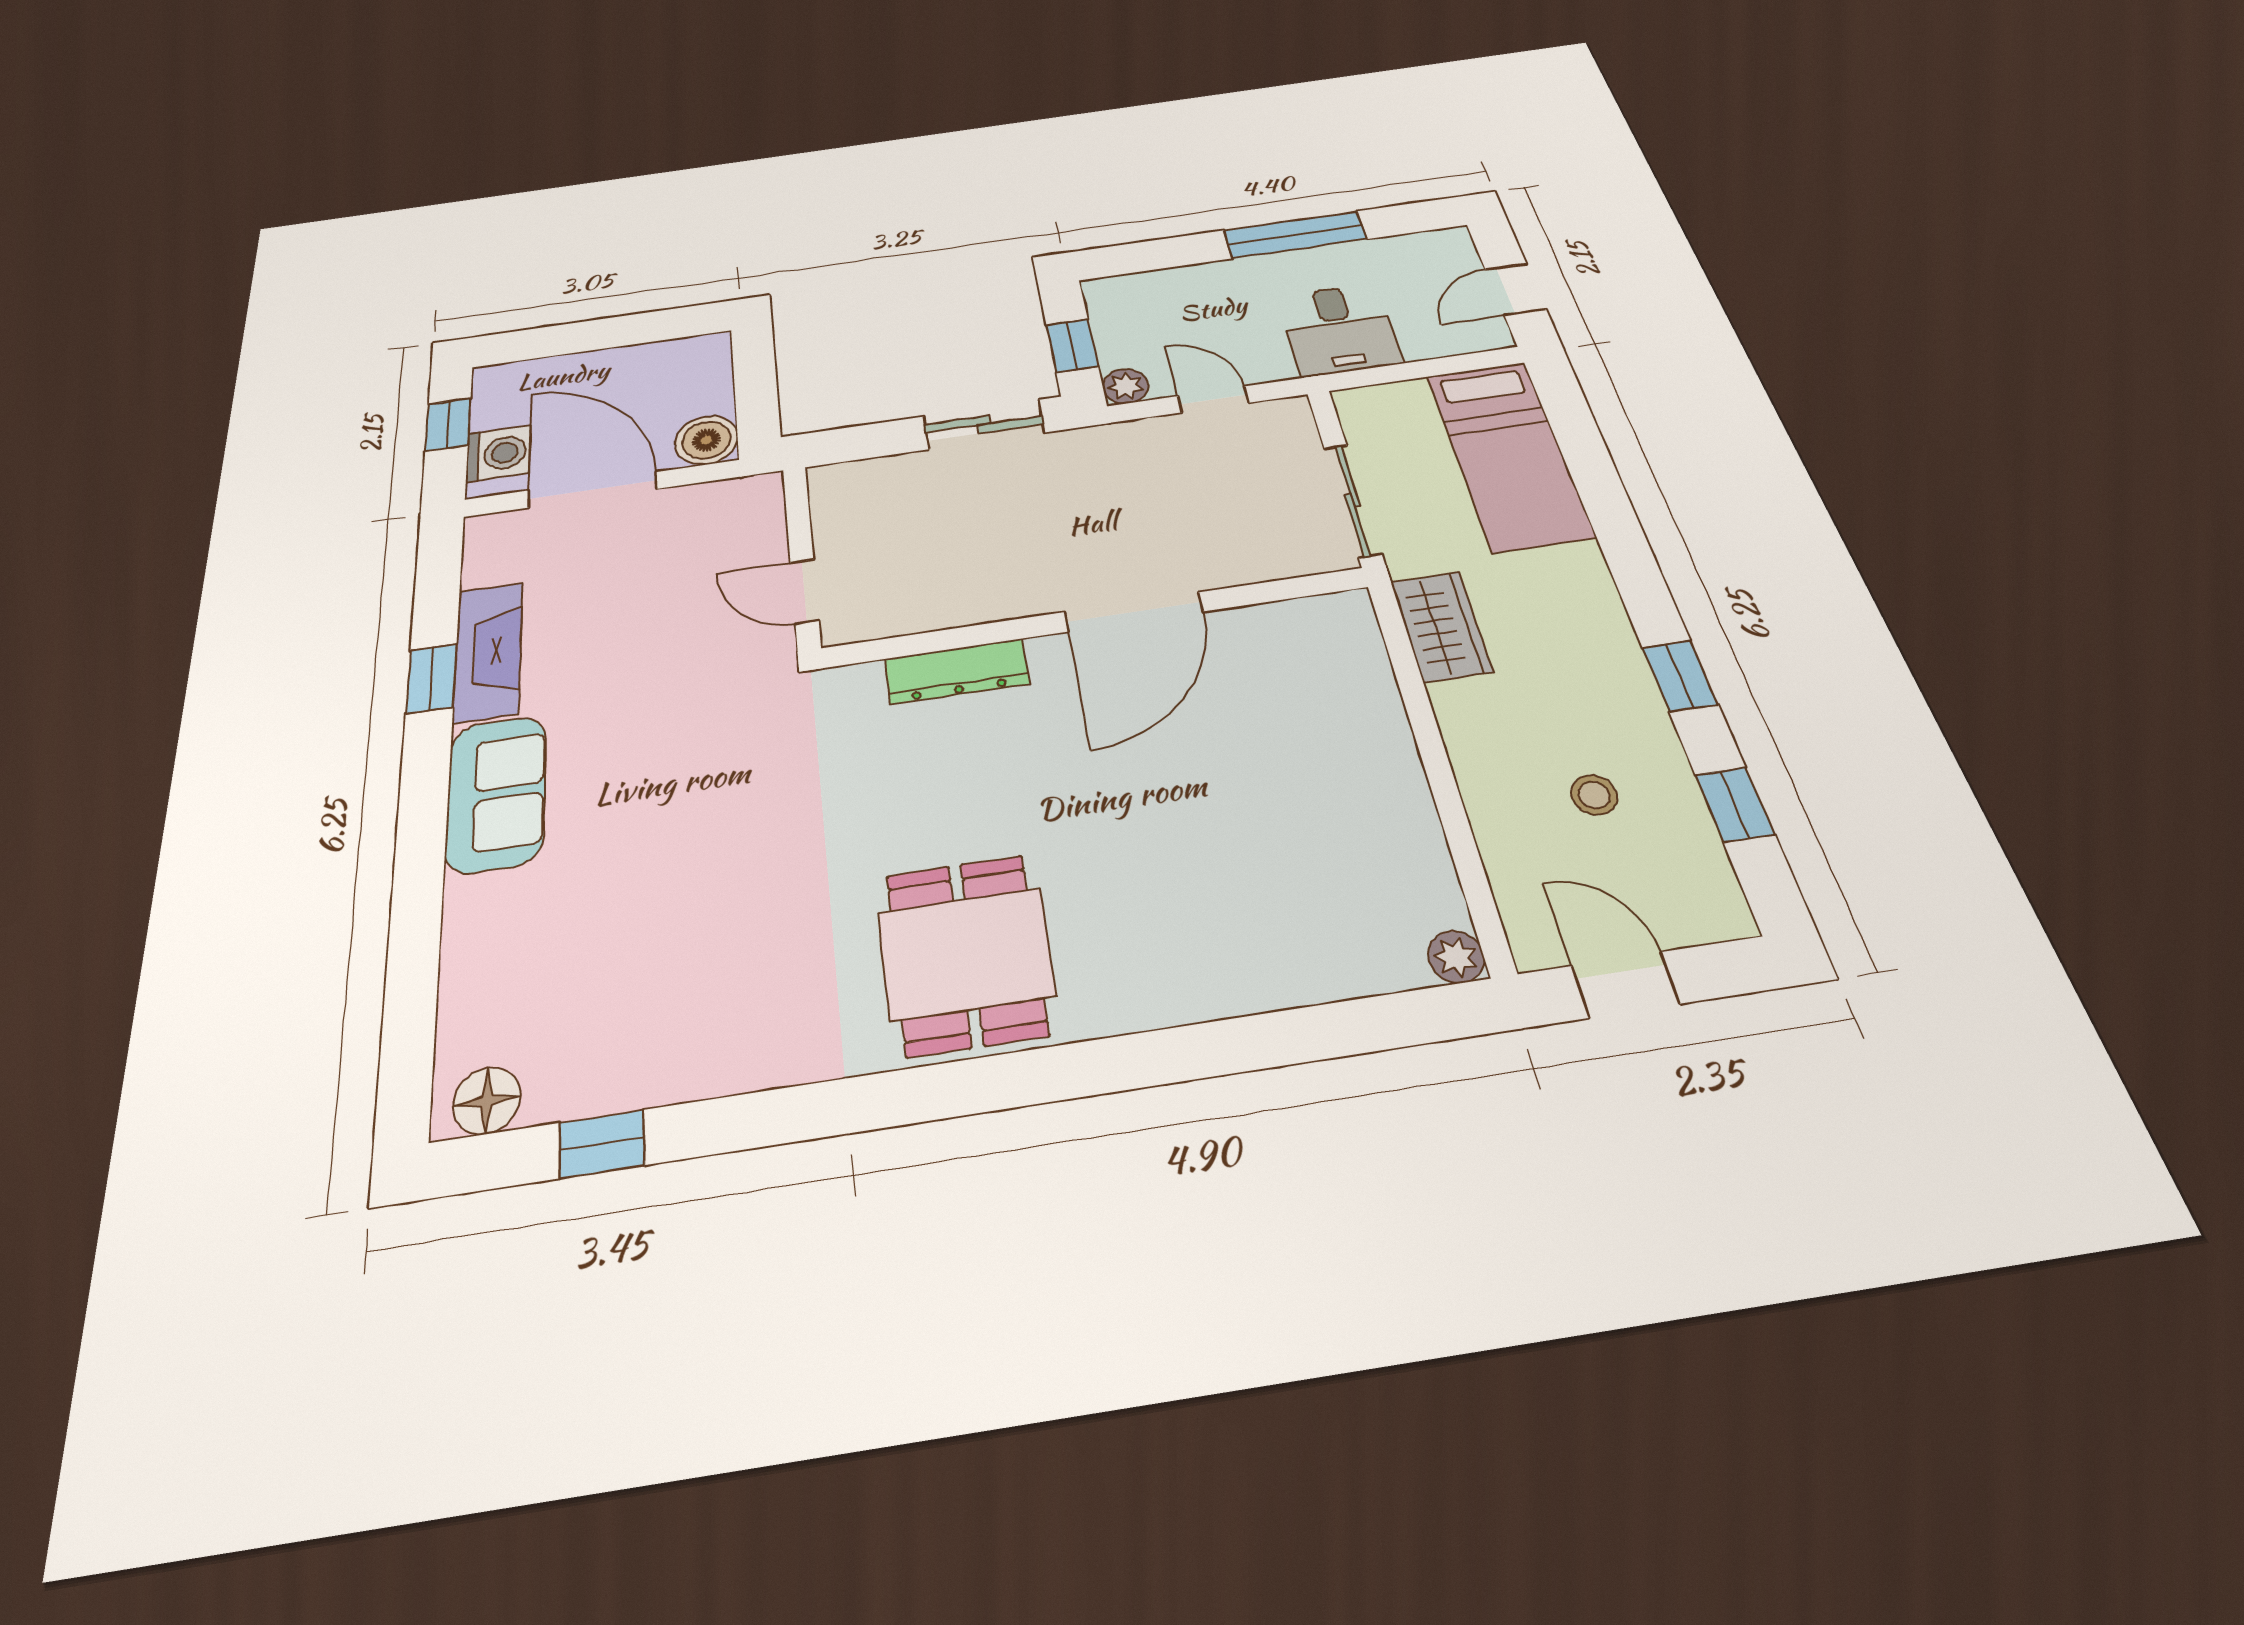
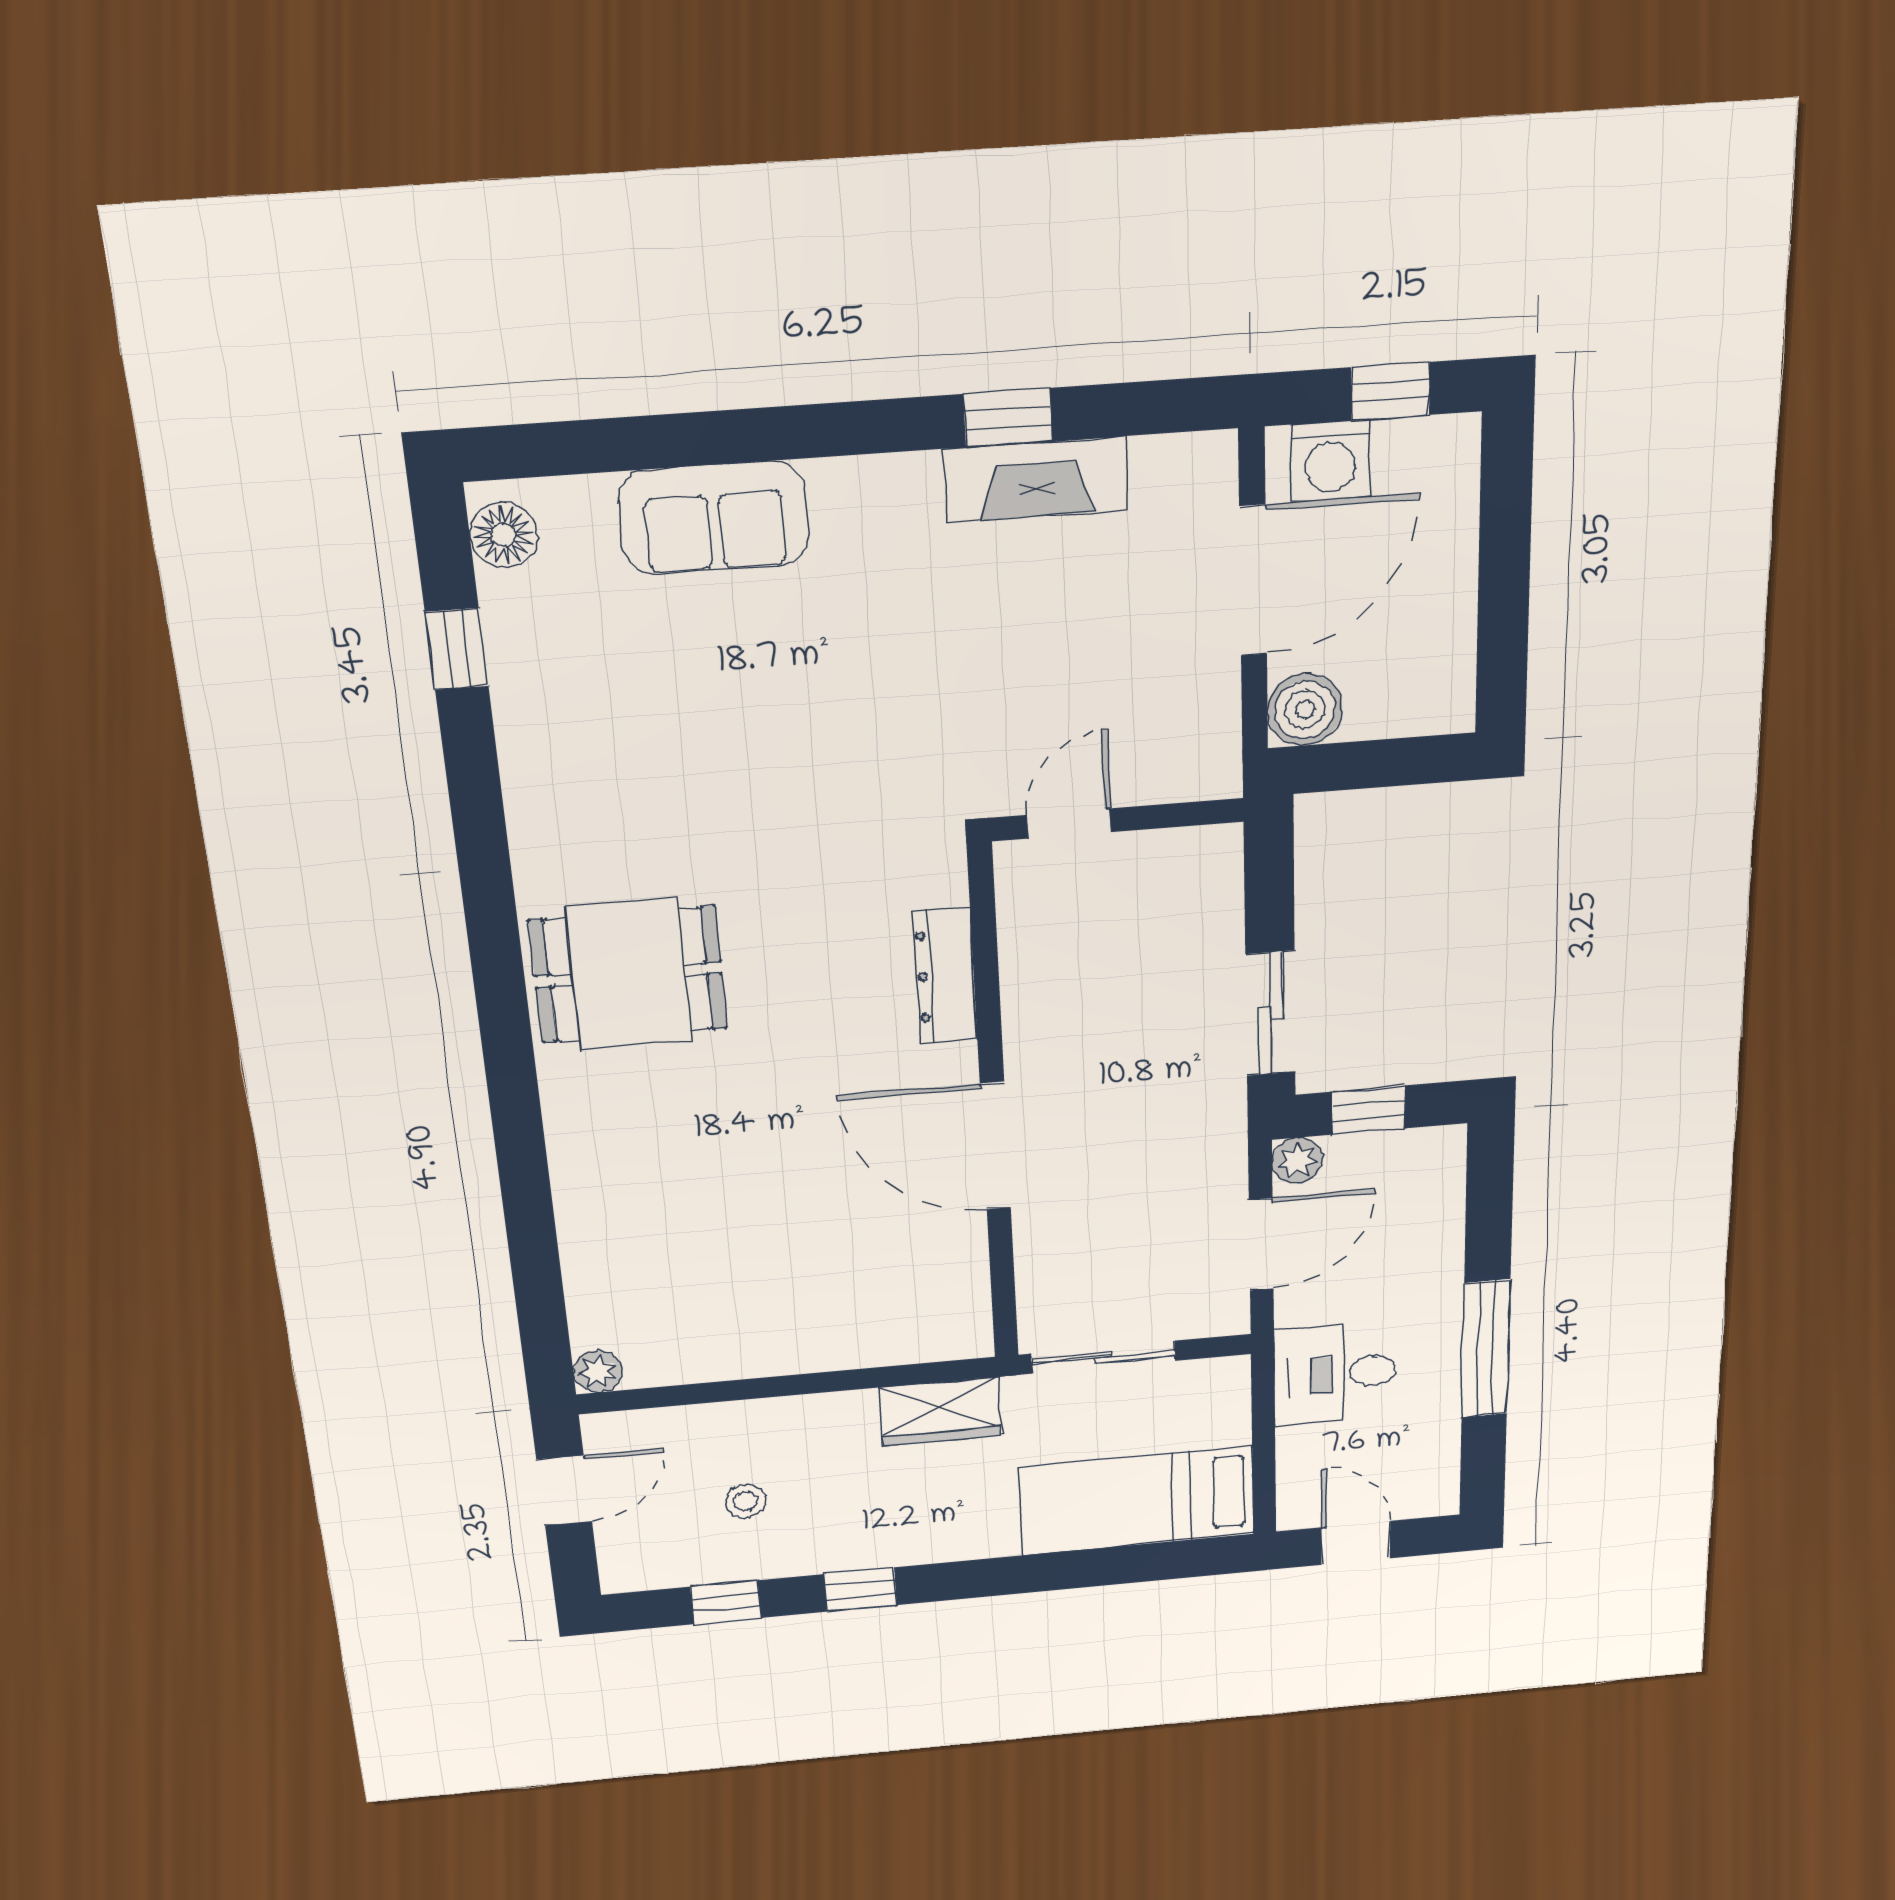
door: (1213, 399) -> (1261, 1244), width x1.38
sofa: (496, 794) -> (714, 518), moved

